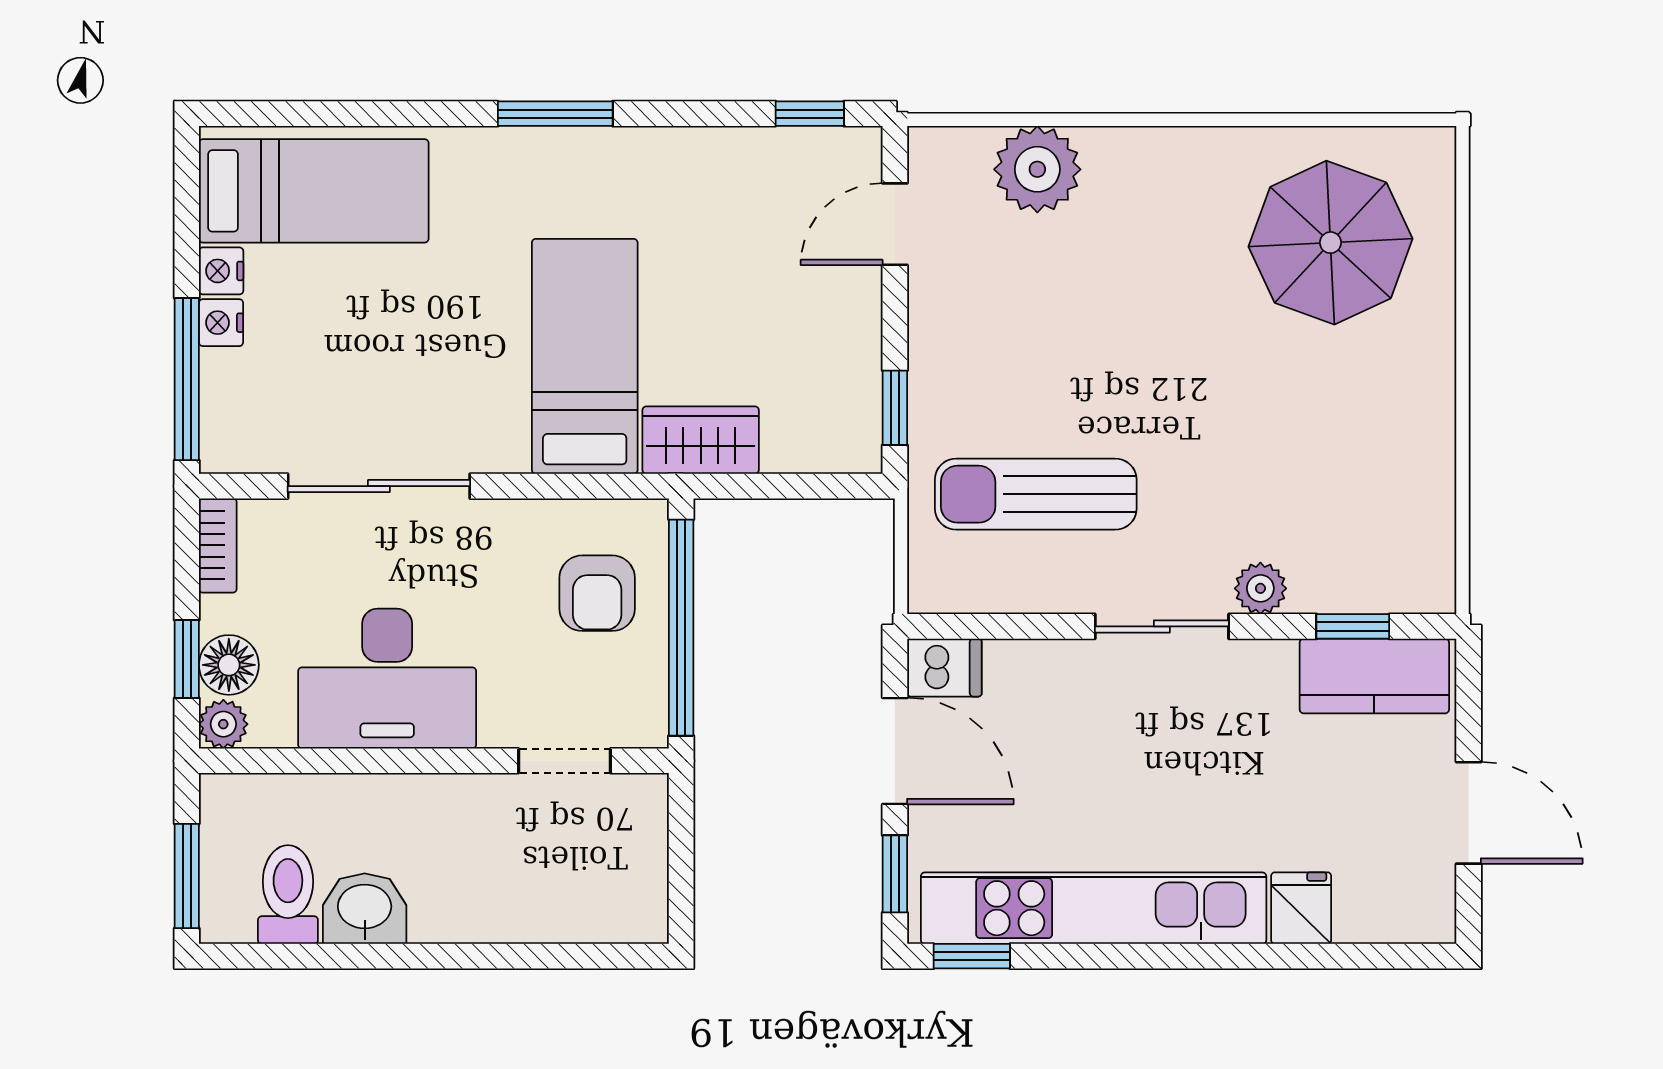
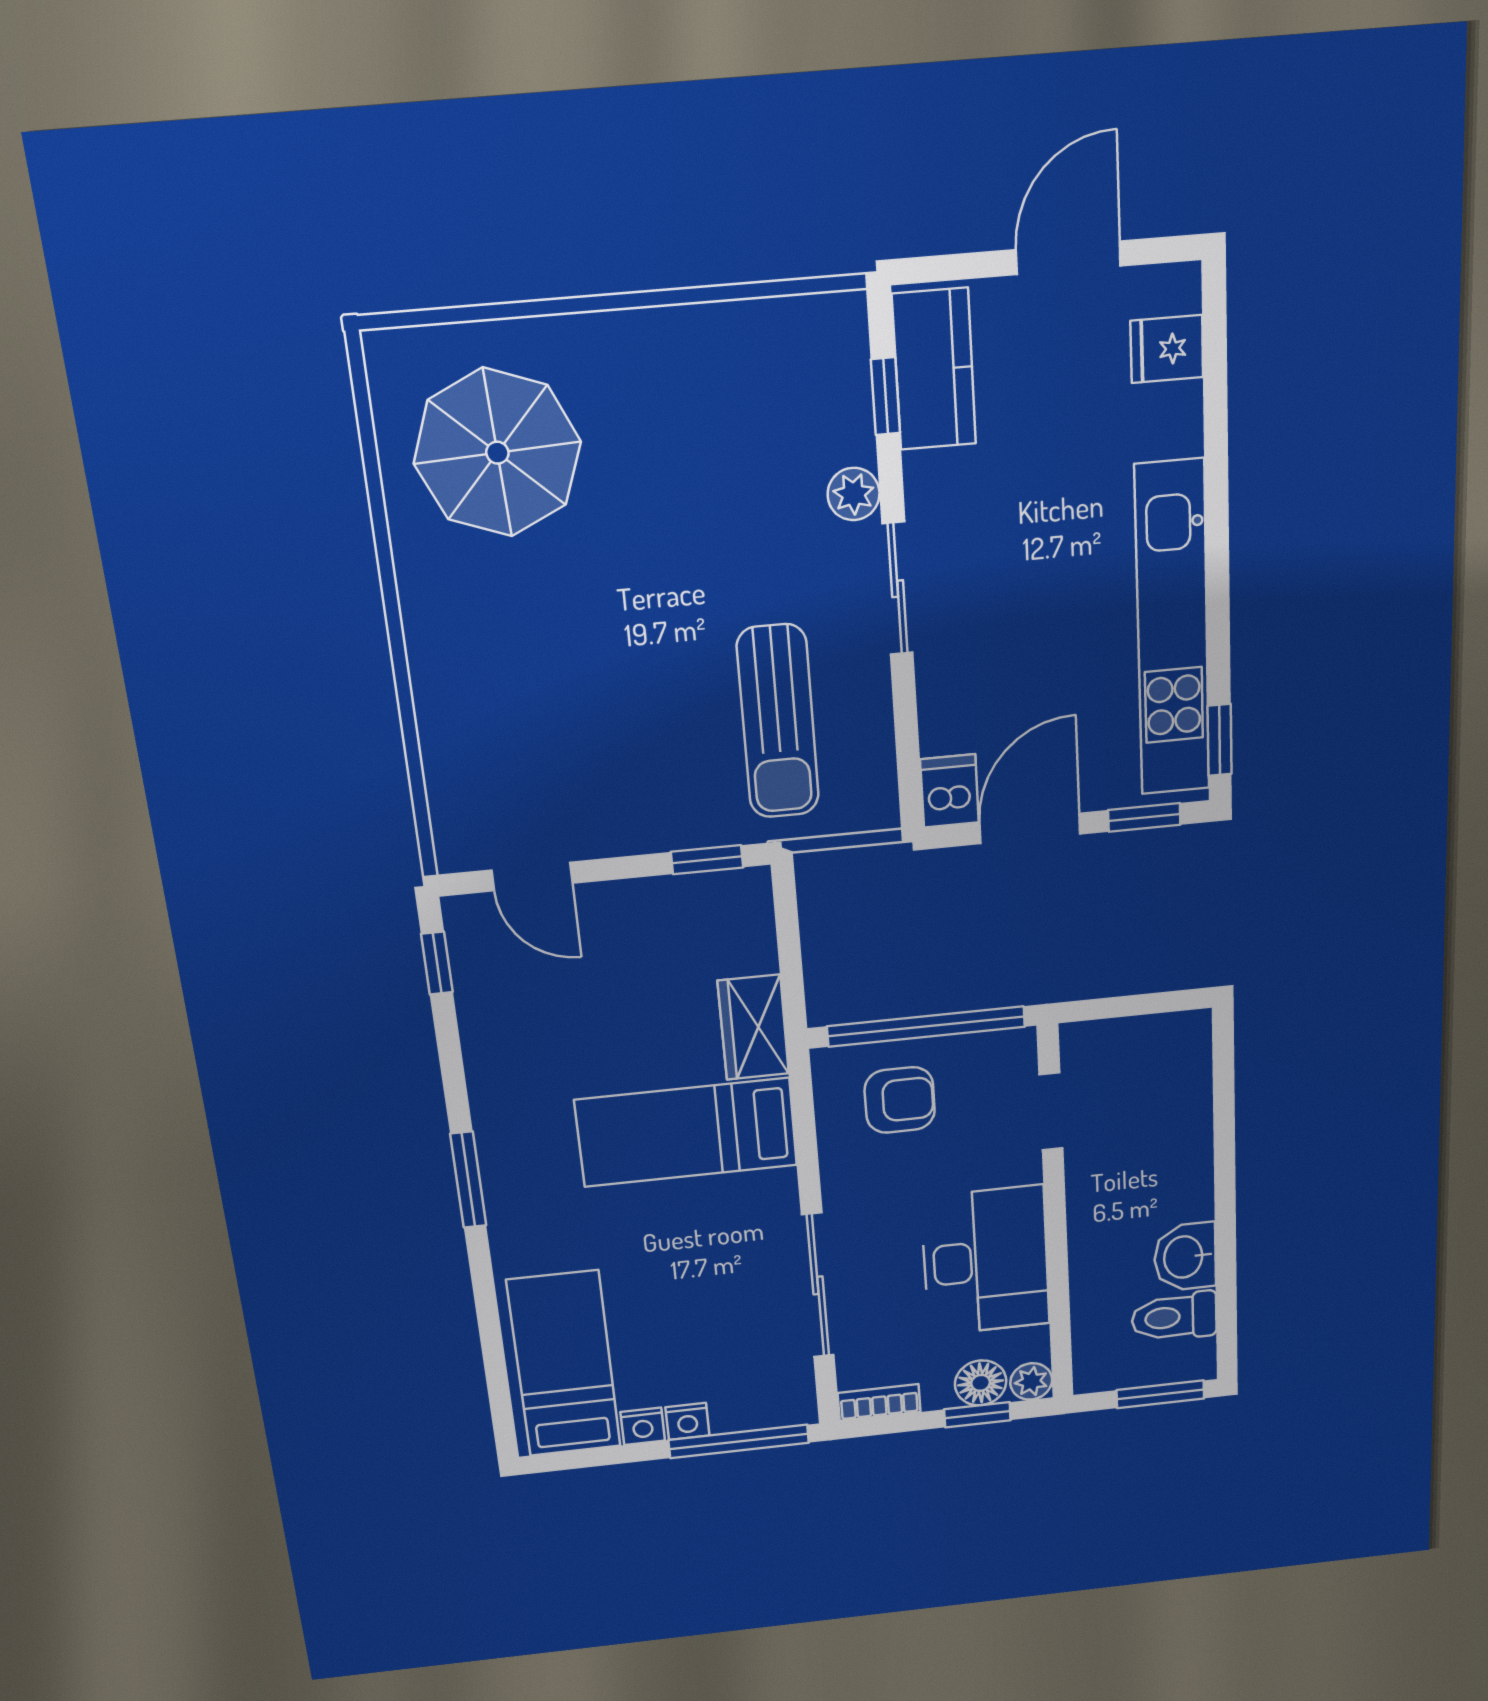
plant: (1037, 169) -> (461, 750), removed
fridge: (1301, 908) -> (1167, 349), moved

